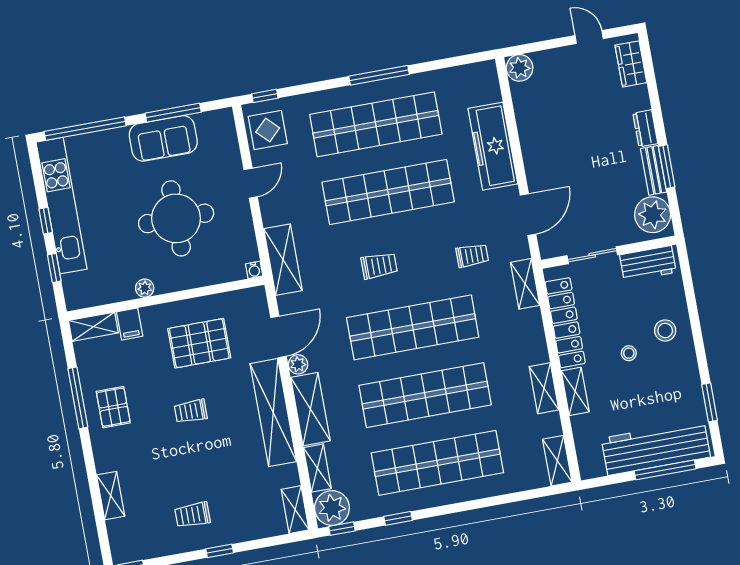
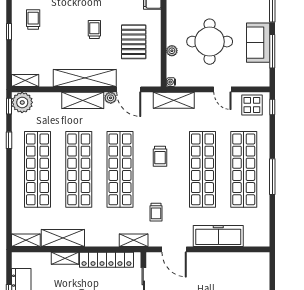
plant: (520, 68) -> (262, 260), removed
plant: (145, 288) -> (172, 51), moved
shelving: (544, 388) -> (63, 238), width x1.50, depth x1.33
shelving: (317, 468) -> (47, 98), removed

